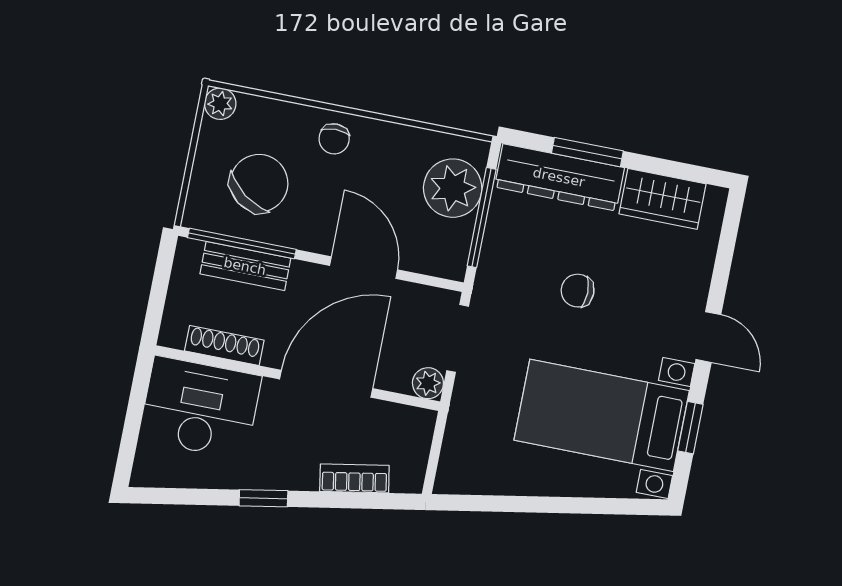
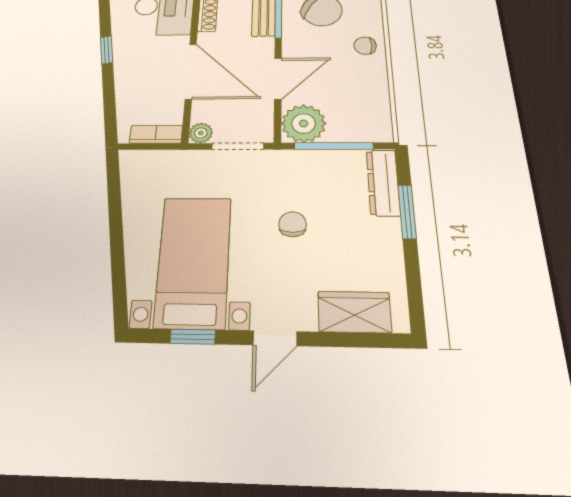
dresser: (559, 177) -> (383, 183), width x0.73, depth x0.80
plant: (453, 188) -> (304, 123), moved
wardrobe: (662, 199) -> (354, 312), moved, turned 90
bookcase: (354, 478) -> (156, 134), moved, turned -80

